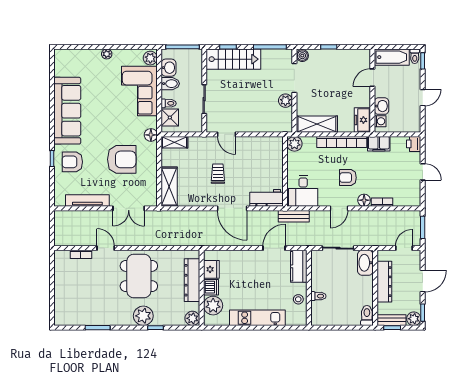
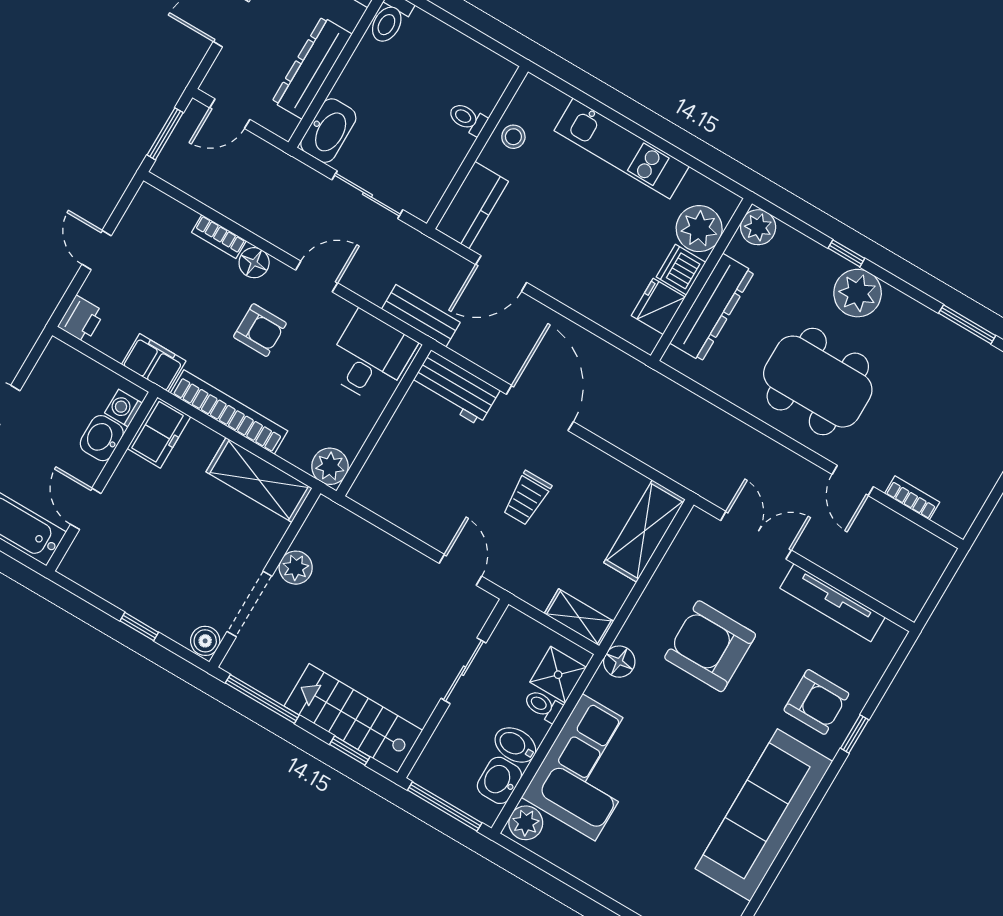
plant: (107, 54) -> (612, 885), removed
door: (372, 78) -> (86, 509), swing flipped
dining table: (139, 276) -> (818, 382), turned 90

